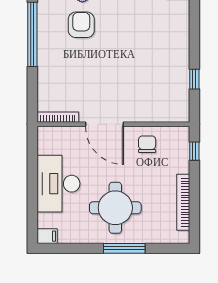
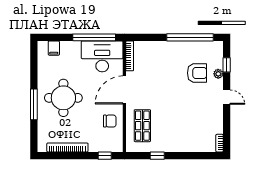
shop shelf: (153, 100) -> (142, 126), added
window: (32, 166) -> (94, 37), added
desk: (58, 184) -> (102, 56), moved
filing cabinet: (47, 236) -> (54, 48), moved

